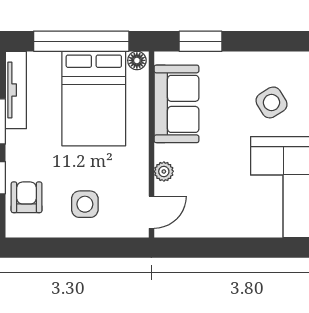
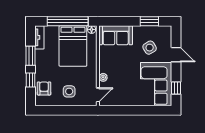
window: (200, 41) -> (149, 21), moved
tv unit: (16, 90) -> (39, 37), width x0.71
sofa: (176, 104) -> (116, 35), moved, turned 90

